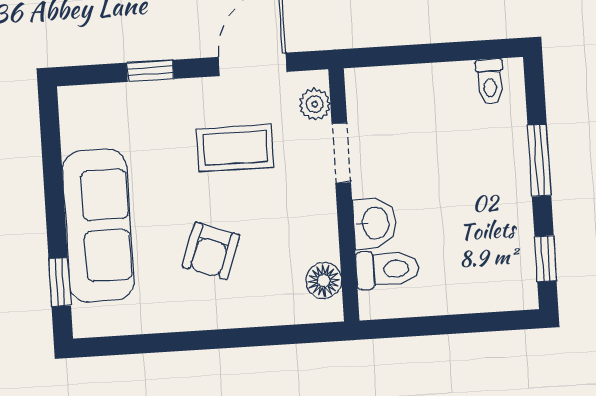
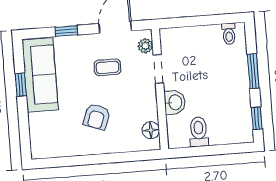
coffee table: (235, 148) -> (107, 67), width x0.73, depth x0.77
sofa: (98, 226) -> (40, 75), moved
toilet: (387, 269) -> (199, 132), moved, turned -90
window: (60, 282) -> (21, 85), moved

